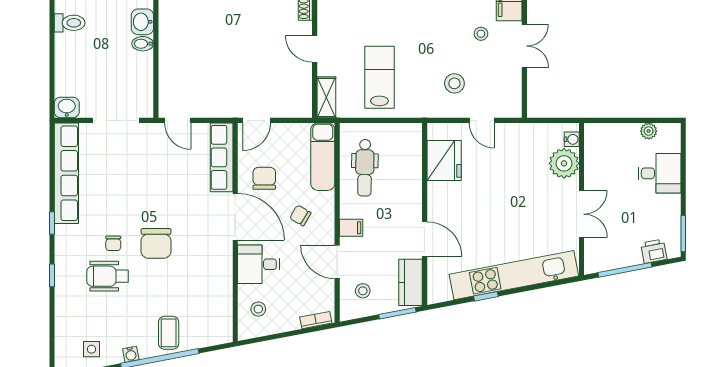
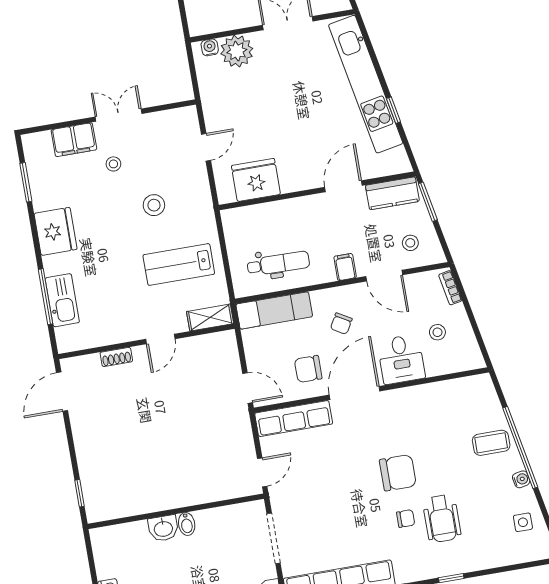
stool: (454, 83) -> (154, 205), moved
door: (337, 262) -> (384, 276), hinge flipped
stool: (258, 309) -> (437, 332), moved

